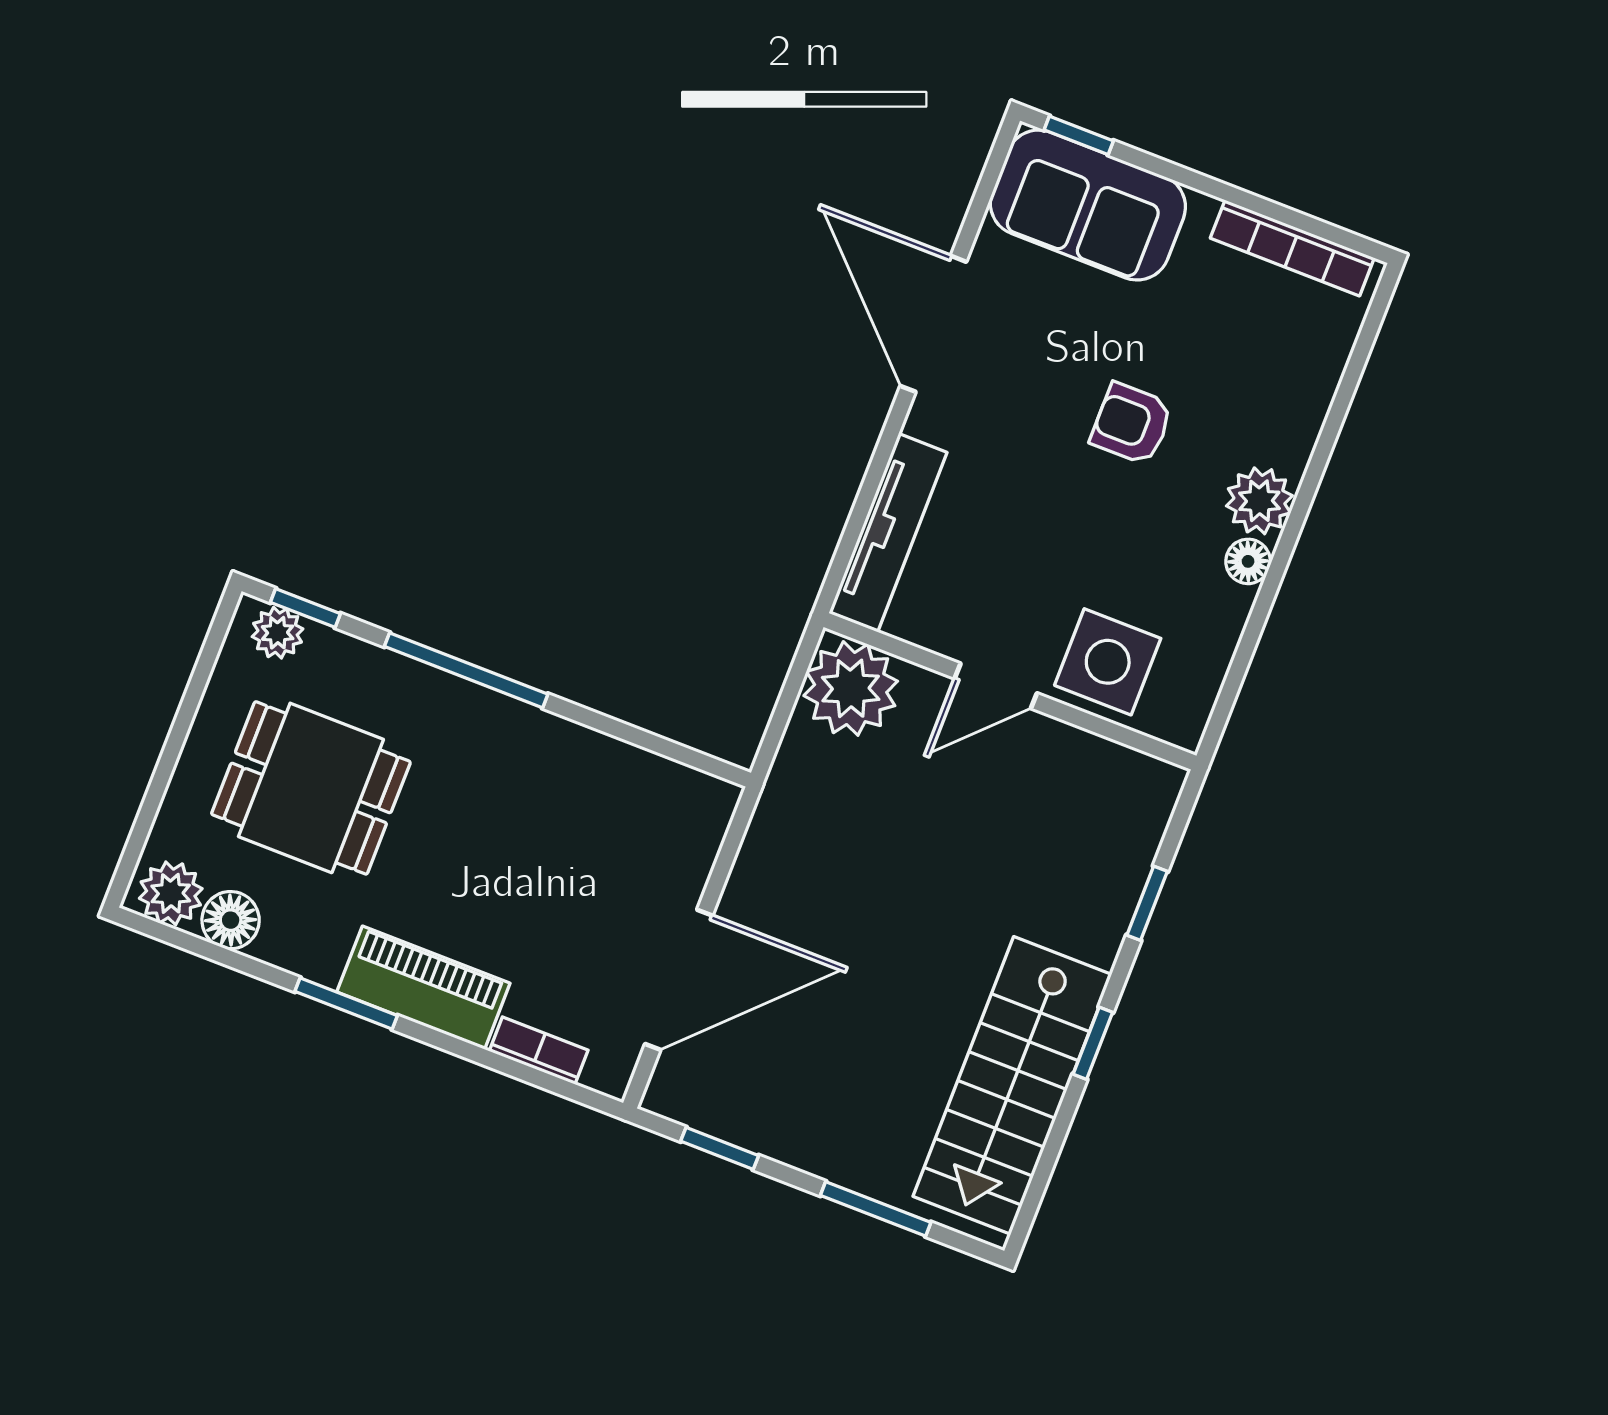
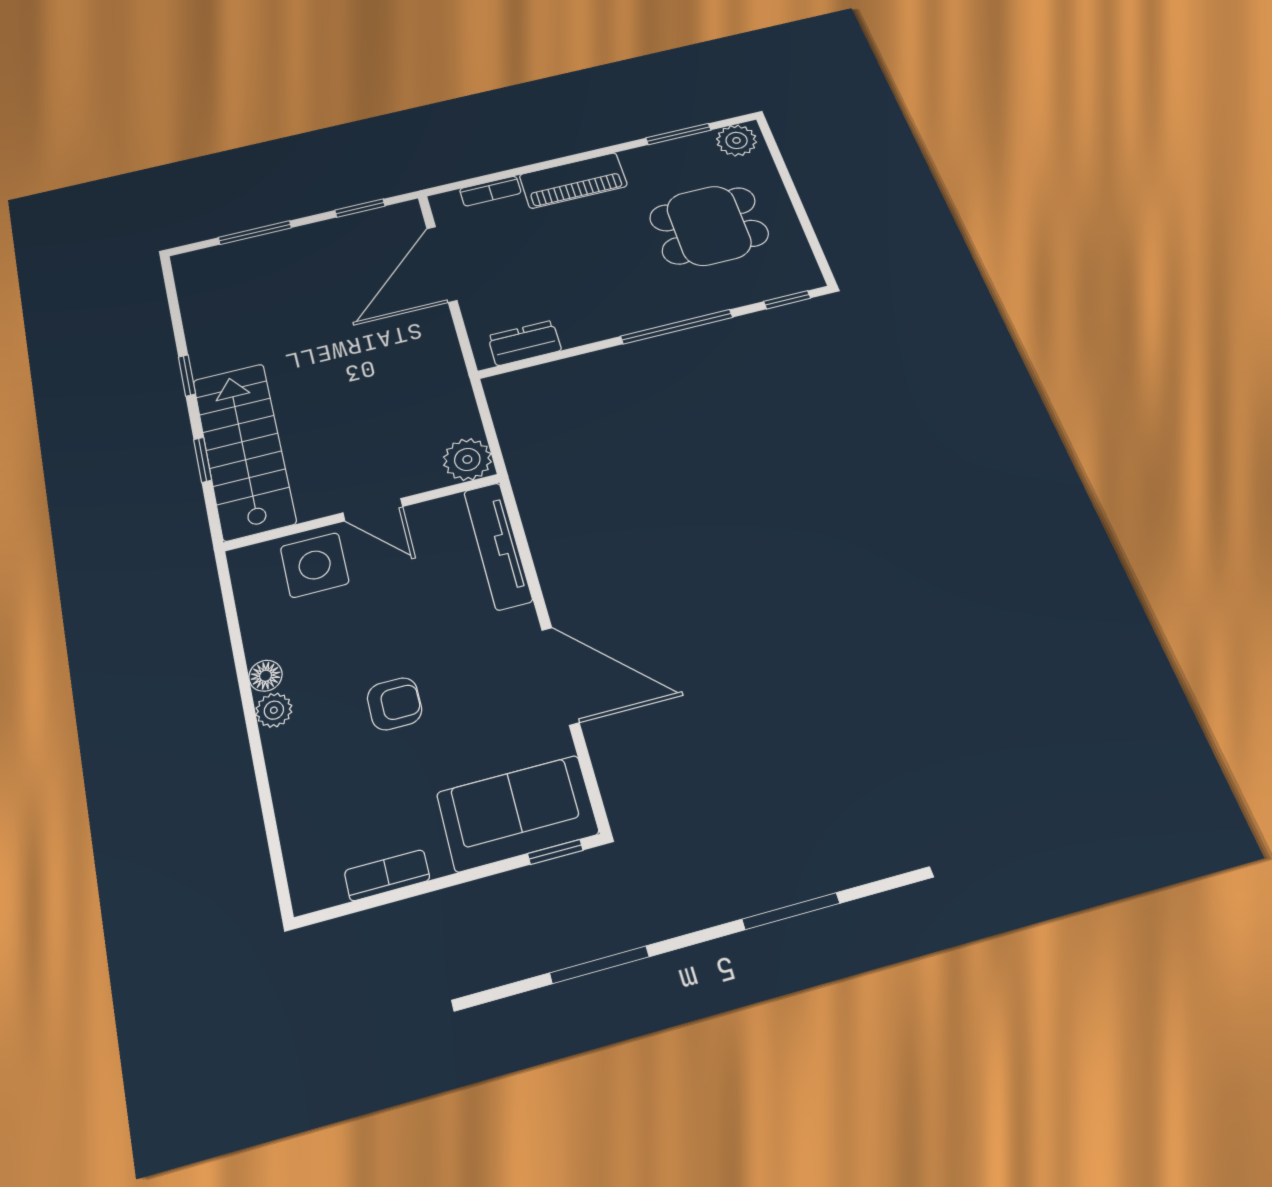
bookcase: (1292, 248) -> (387, 875), width x0.64
plant: (1259, 501) -> (274, 710), width x0.73, depth x0.73
plant: (278, 633) -> (791, 280), removed
door: (996, 686) -> (373, 510), swing flipped
plant: (851, 688) -> (467, 459), width x0.73, depth x0.73
dresser: (663, 785) -> (525, 343), added
floor lamp: (231, 920) -> (696, 148), removed
window: (346, 1004) -> (678, 134), moved
stairs: (1012, 1085) -> (244, 450), moved

